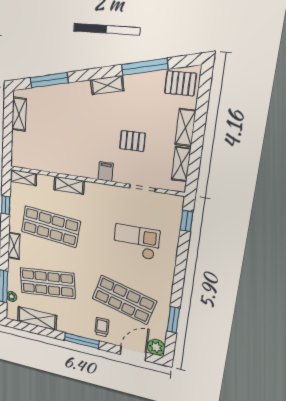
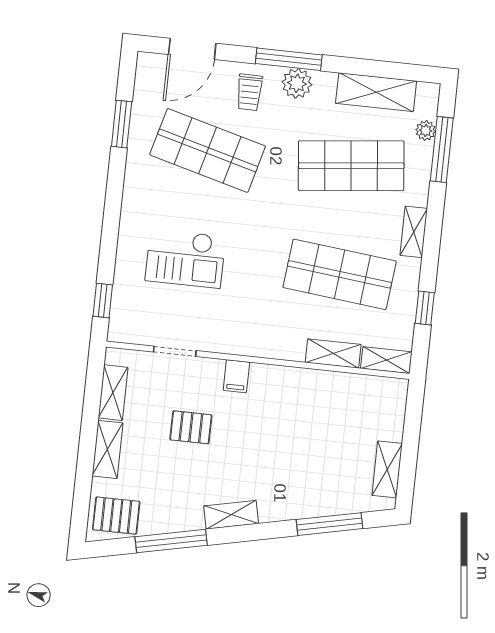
shelving: (69, 185) -> (333, 353), moved
plant: (156, 347) -> (297, 83), moved

